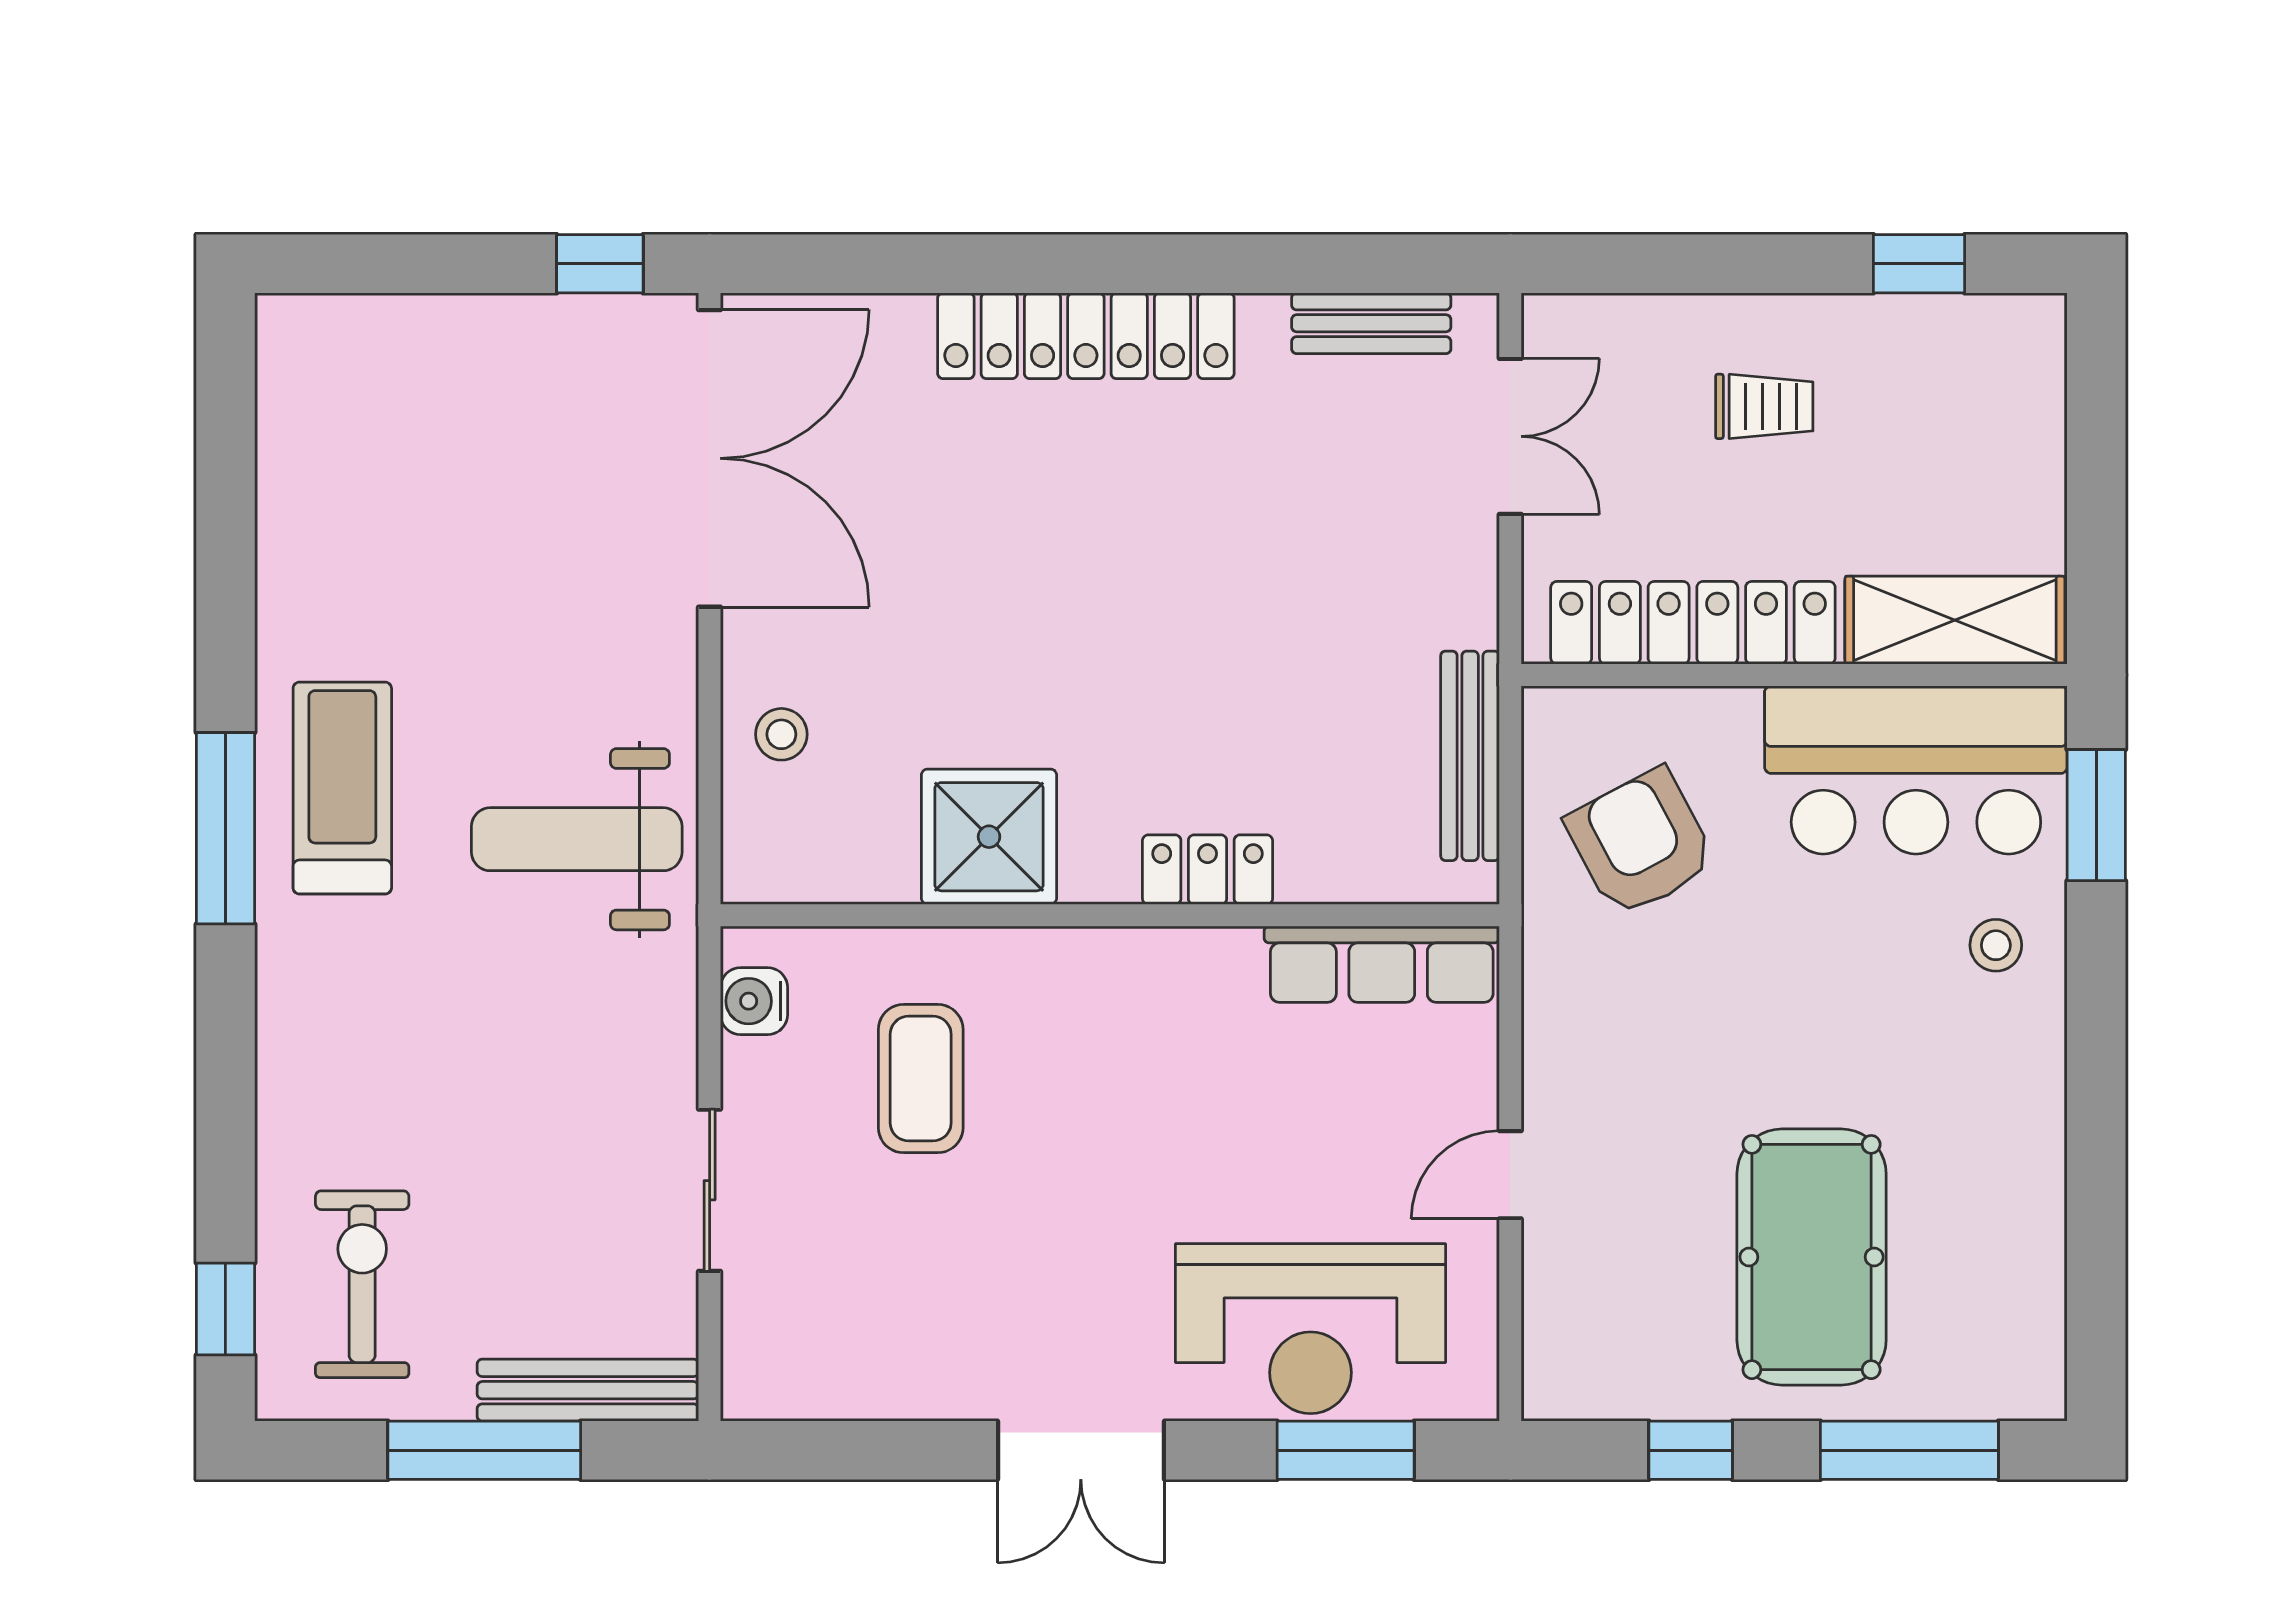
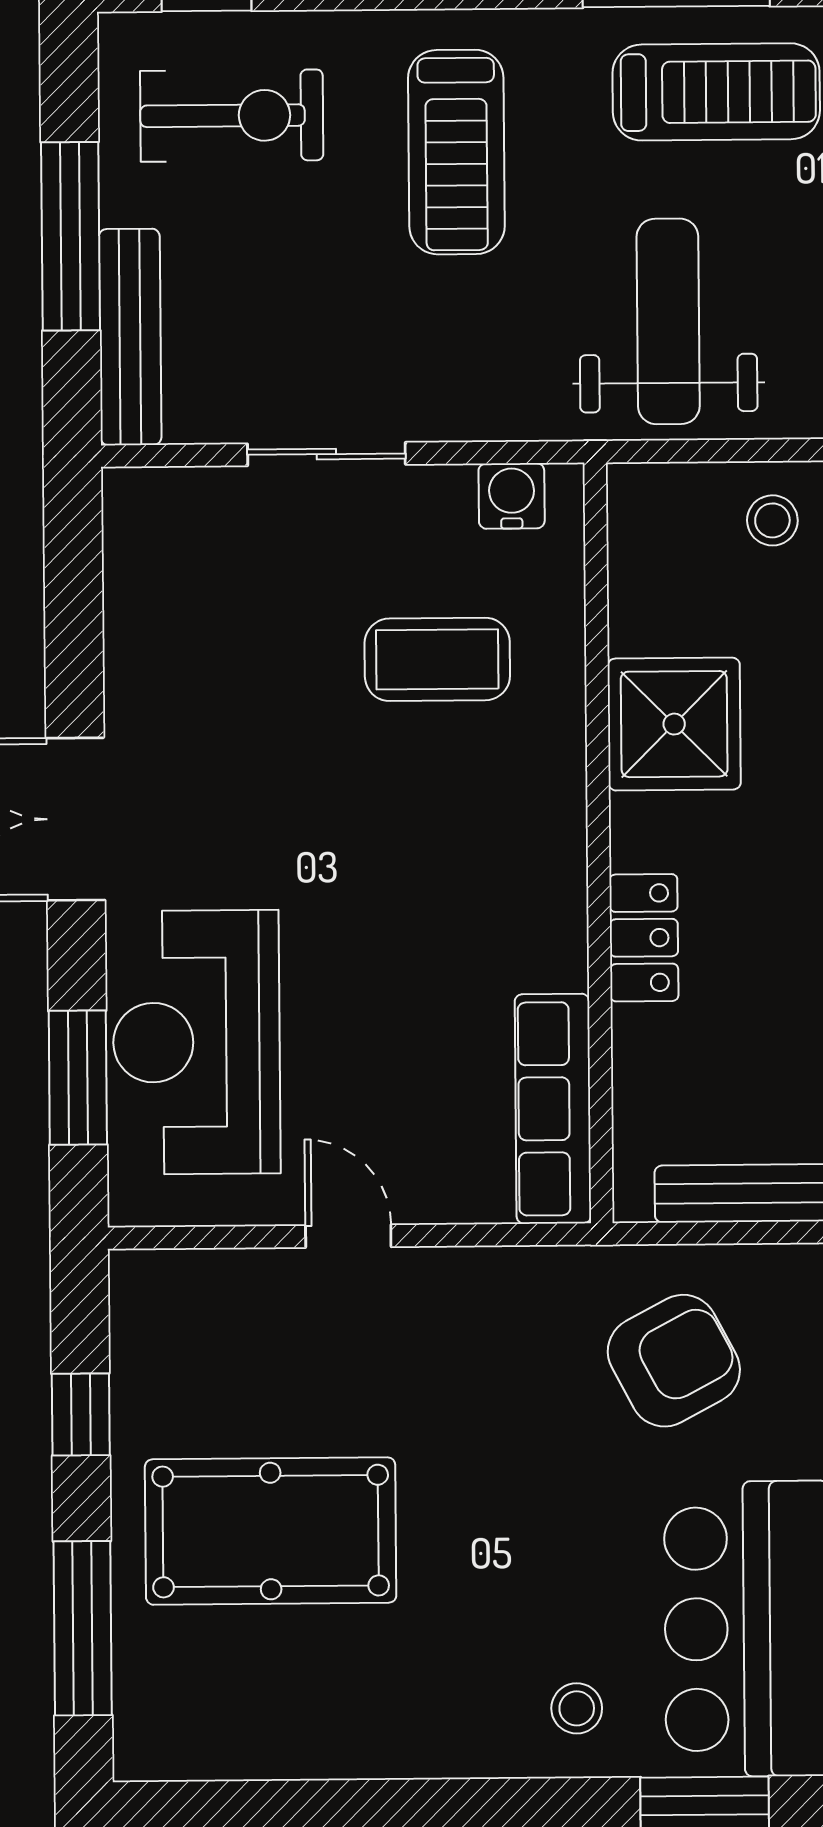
treadmill: (402, 1054) -> (456, 152), added

